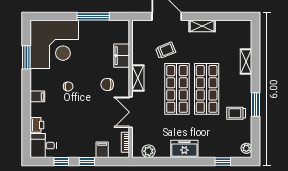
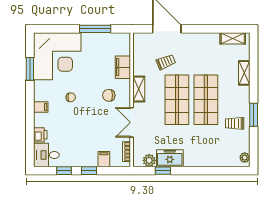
shelving: (202, 26) -> (233, 38), moved
freezer: (184, 149) -> (170, 158), moved
window: (223, 162) -> (163, 171), moved

